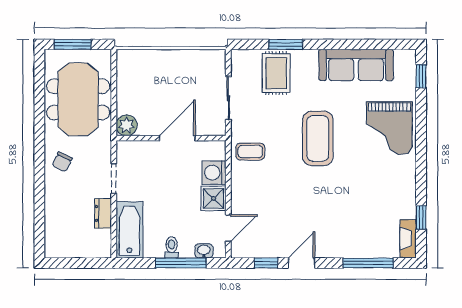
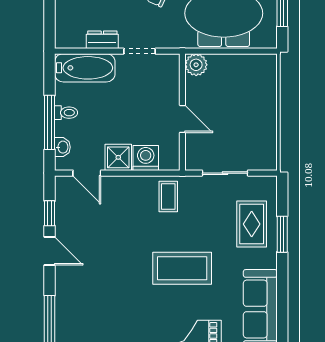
rug: (276, 73) -> (252, 224), turned 90
door: (177, 138) -> (182, 119), width x0.73

